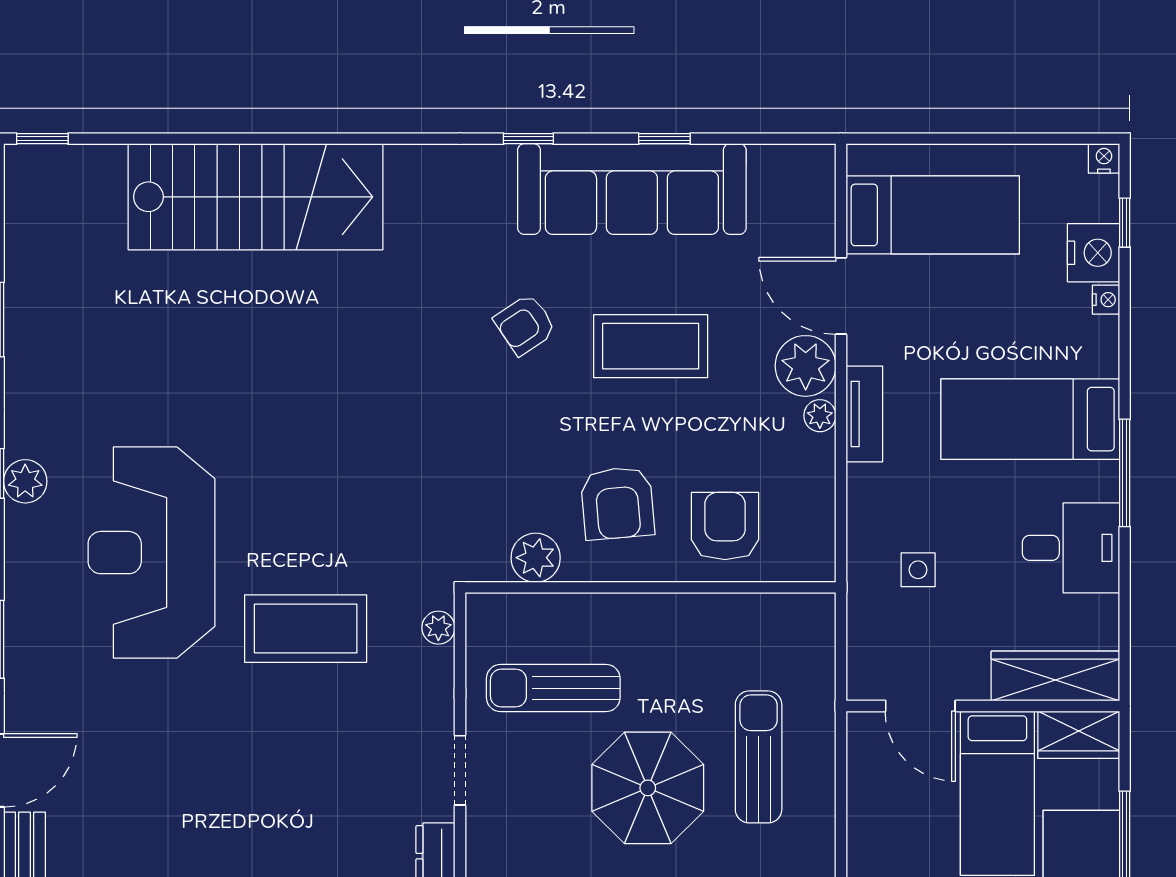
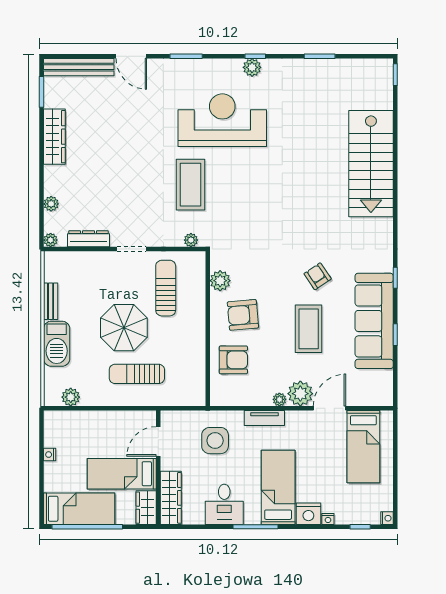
nightstand: (1093, 253) -> (308, 514), moved
tv unit: (864, 414) -> (264, 418), moved
side table: (918, 570) -> (215, 441), width x1.87, depth x1.87
sun lounger: (759, 757) -> (137, 374), turned 180

